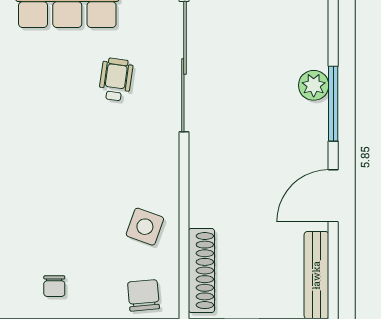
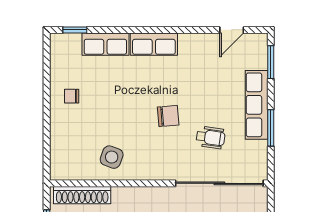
chair: (143, 295) -> (168, 116), moved

